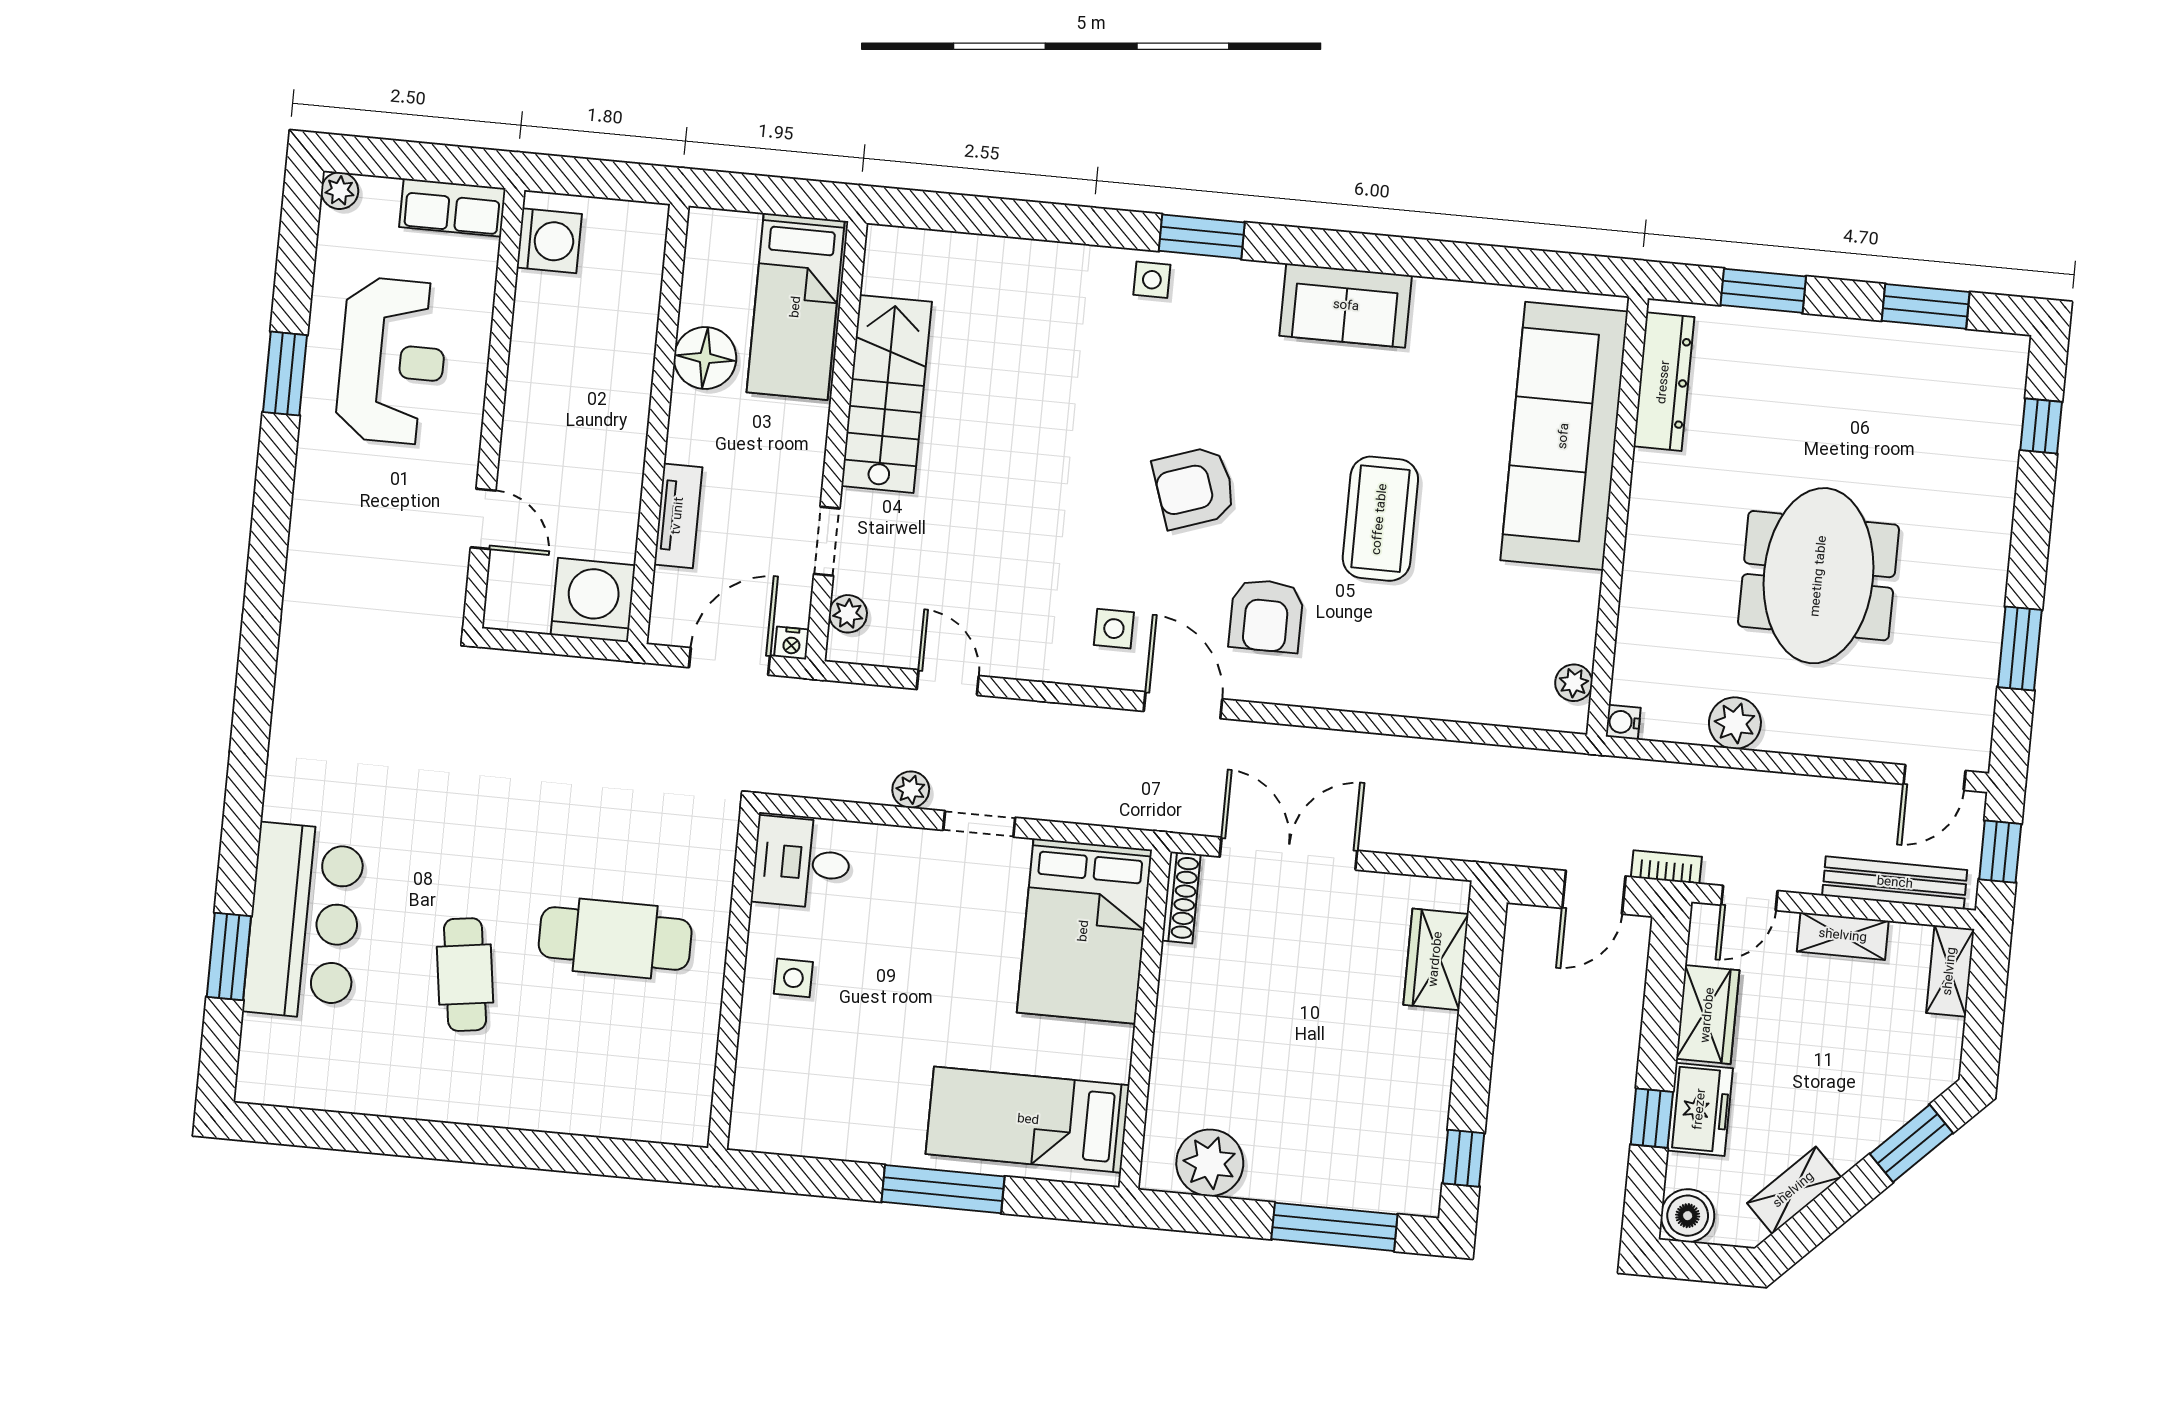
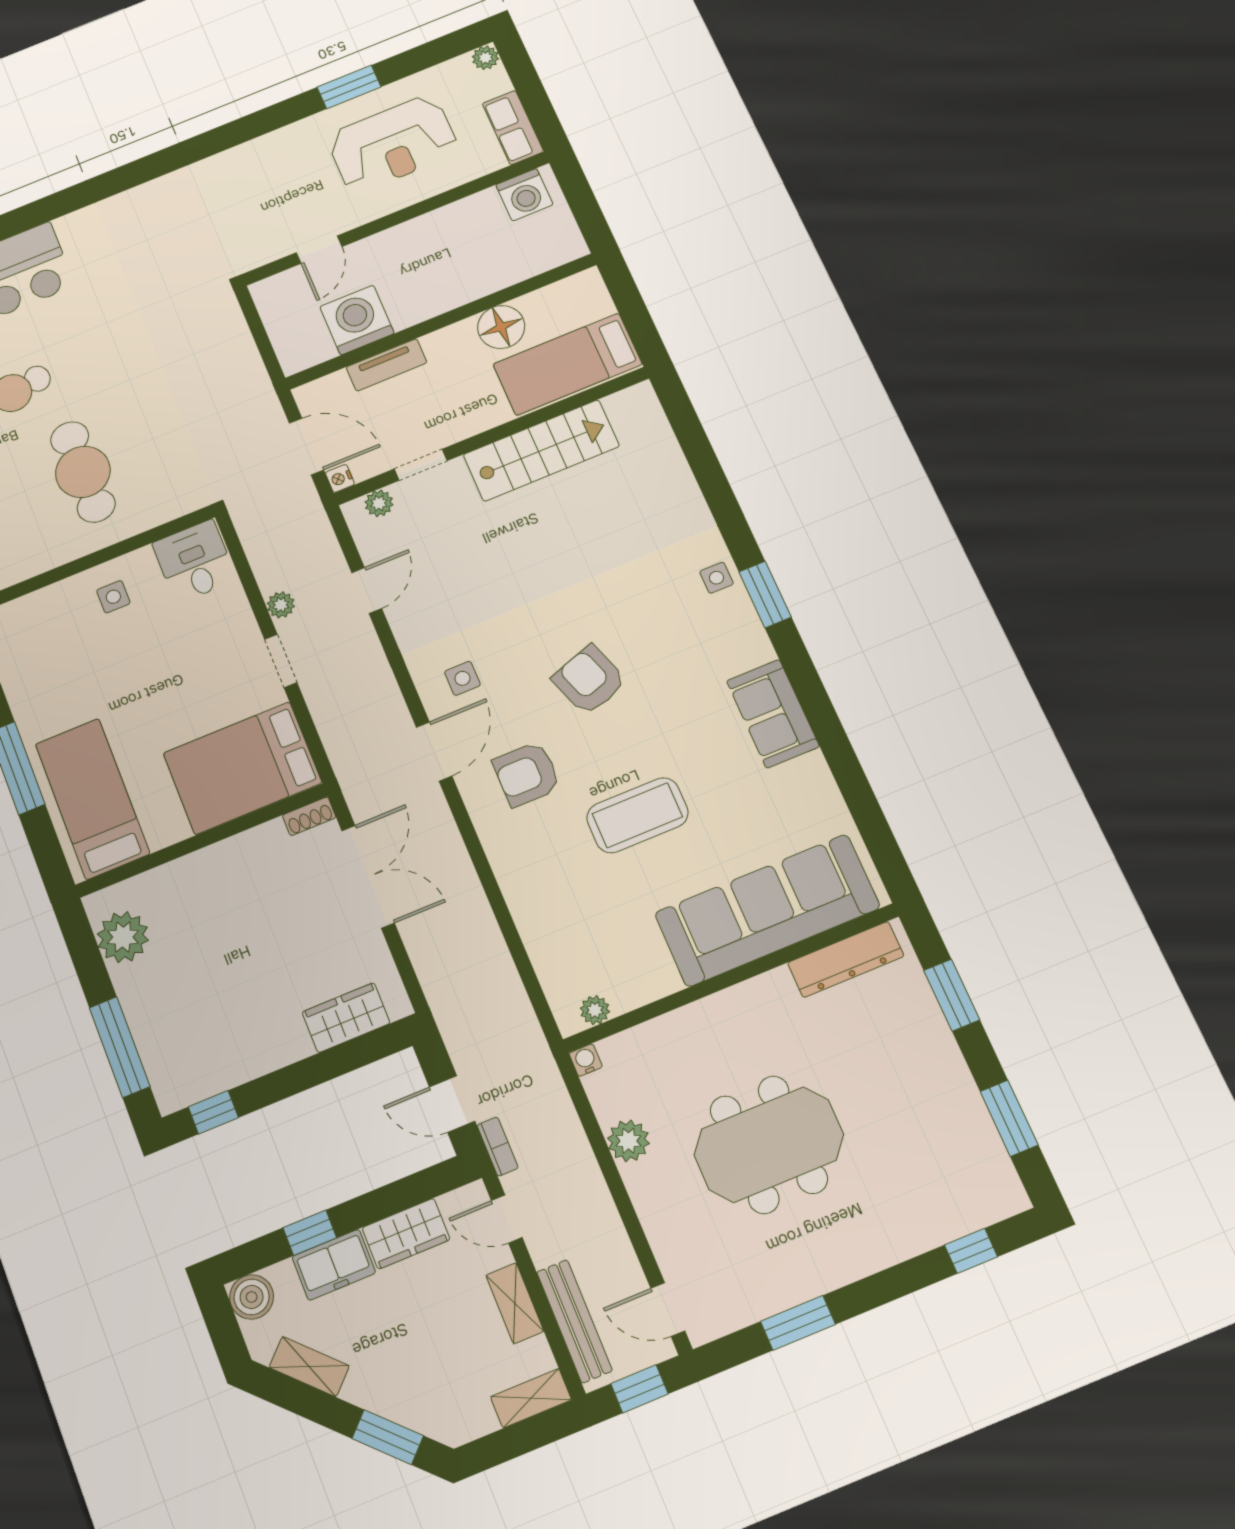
washing machine: (593, 600) -> (357, 320), moved, turned -90
shoe rack: (1181, 898) -> (309, 816), width x0.70

